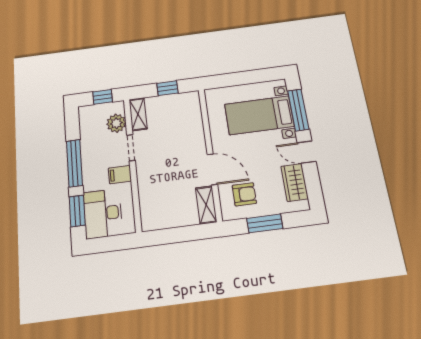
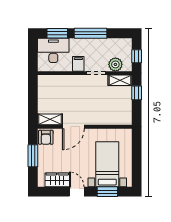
window: (167, 88) -> (137, 93), moved
window: (298, 110) -> (107, 192), width x0.69
door: (307, 152) -> (77, 192), hinge flipped
armchair: (244, 194) -> (46, 137), moved

